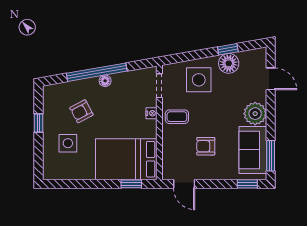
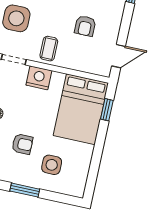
armchair: (81, 111) -> (22, 144), turned -62
nightstand: (152, 113) -> (39, 78), width x1.89, depth x1.79
window: (39, 123) -> (25, 190), width x1.50

